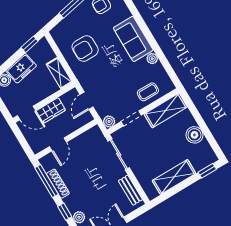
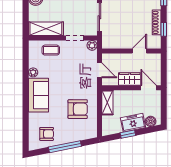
window: (30, 44) -> (128, 134), moved
door: (87, 101) -> (99, 70), hinge flipped
window: (46, 181) -> (164, 29), width x0.46

